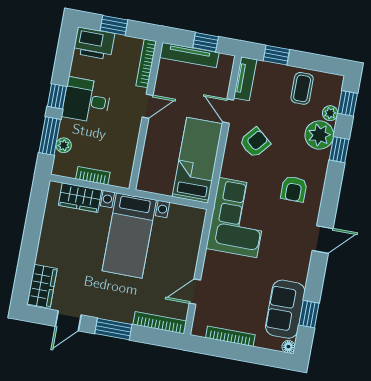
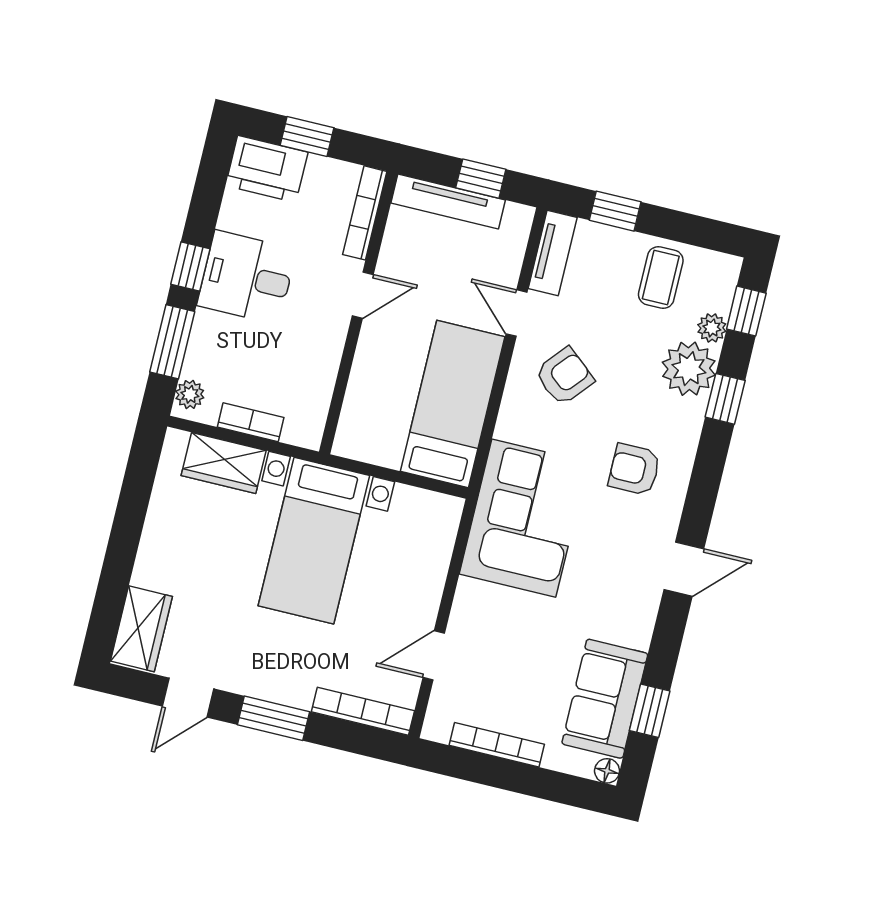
plant: (64, 145) -> (190, 394), moved
armchair: (294, 189) -> (634, 469), turned 90

